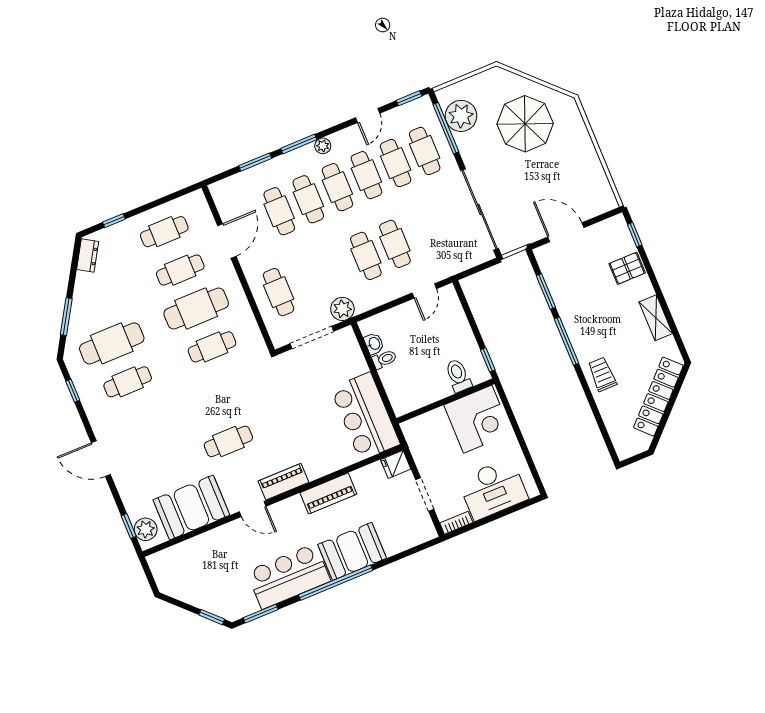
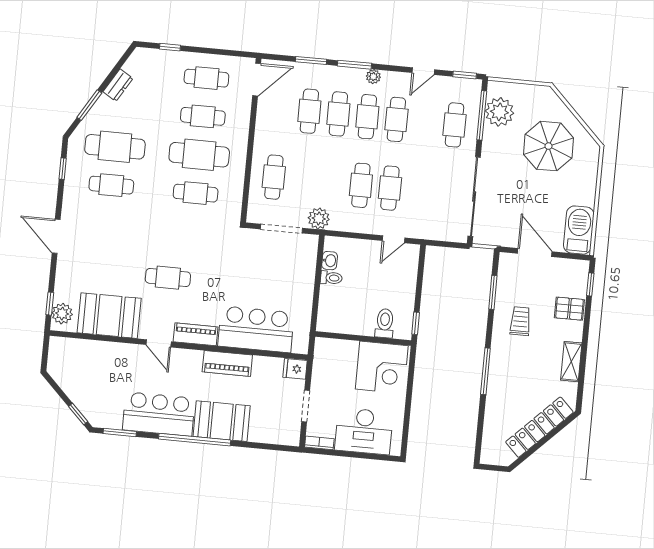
cafe table: (396, 163) -> (425, 122), removed
barbecue: (596, 189) -> (579, 230), added
door: (227, 241) -> (257, 80), moved
dresser: (88, 255) -> (118, 85), moved
window: (566, 341) -> (485, 371), moved
trolley: (602, 374) -> (520, 321), moved
bar counter: (365, 416) -> (256, 329), moved, turned 90

